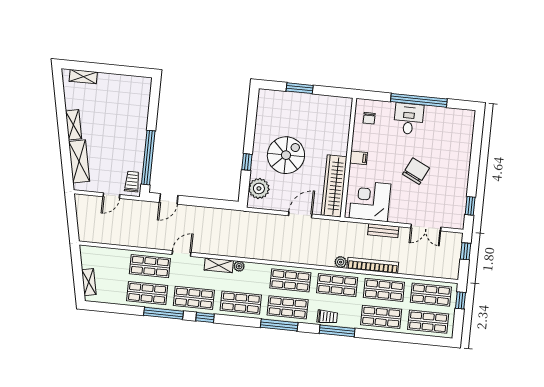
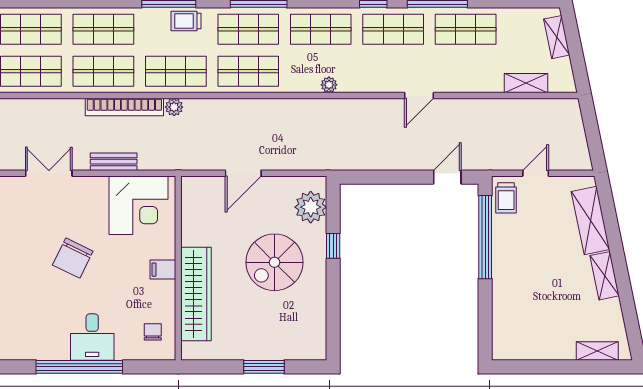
wardrobe: (334, 186) -> (196, 294), moved
shelving: (219, 265) -> (526, 83), moved
shop shelf: (150, 266) -> (466, 71), removed

